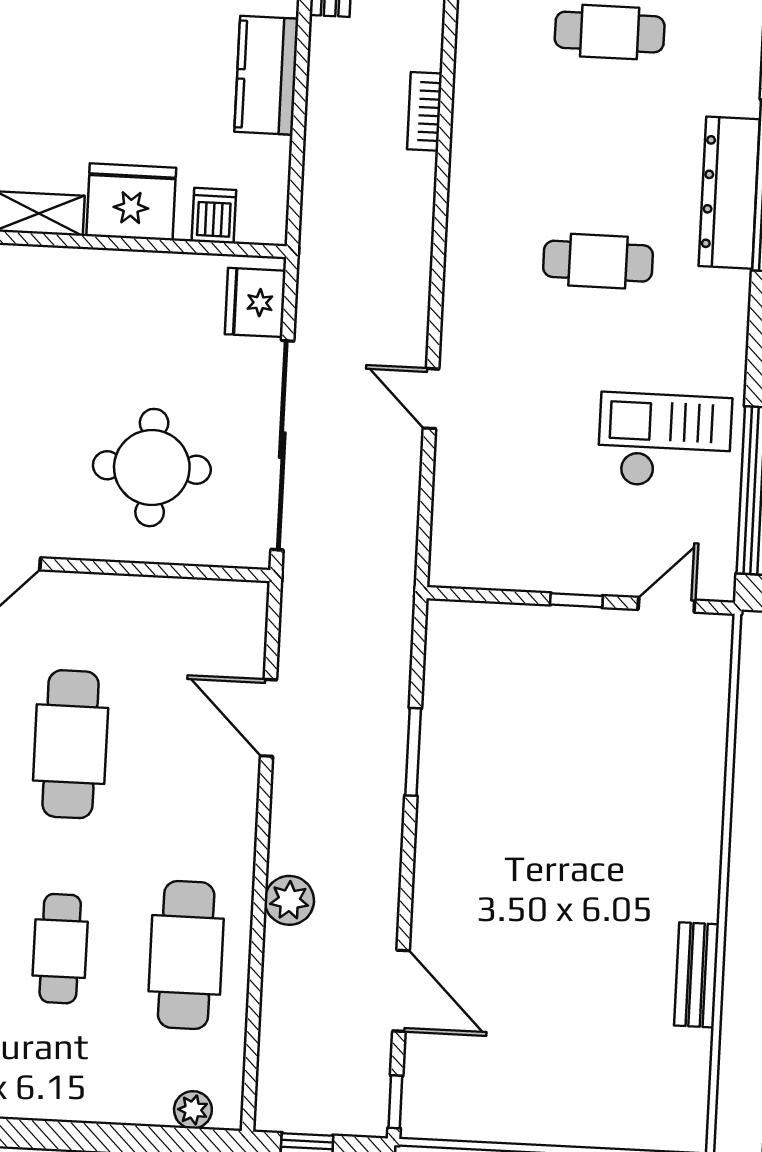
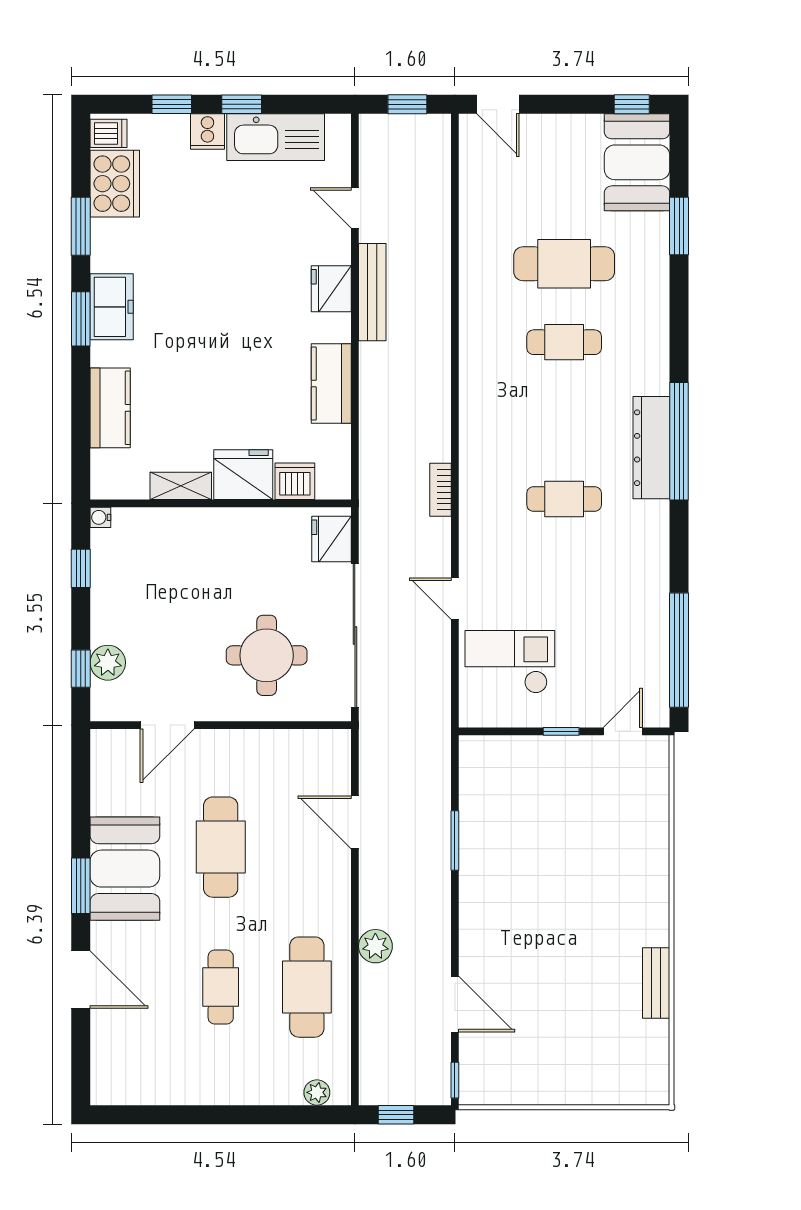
bookcase: (425, 111) -> (440, 490), moved
dishwasher: (214, 216) -> (295, 481), width x1.38
checkout: (665, 441) -> (510, 662), moved

